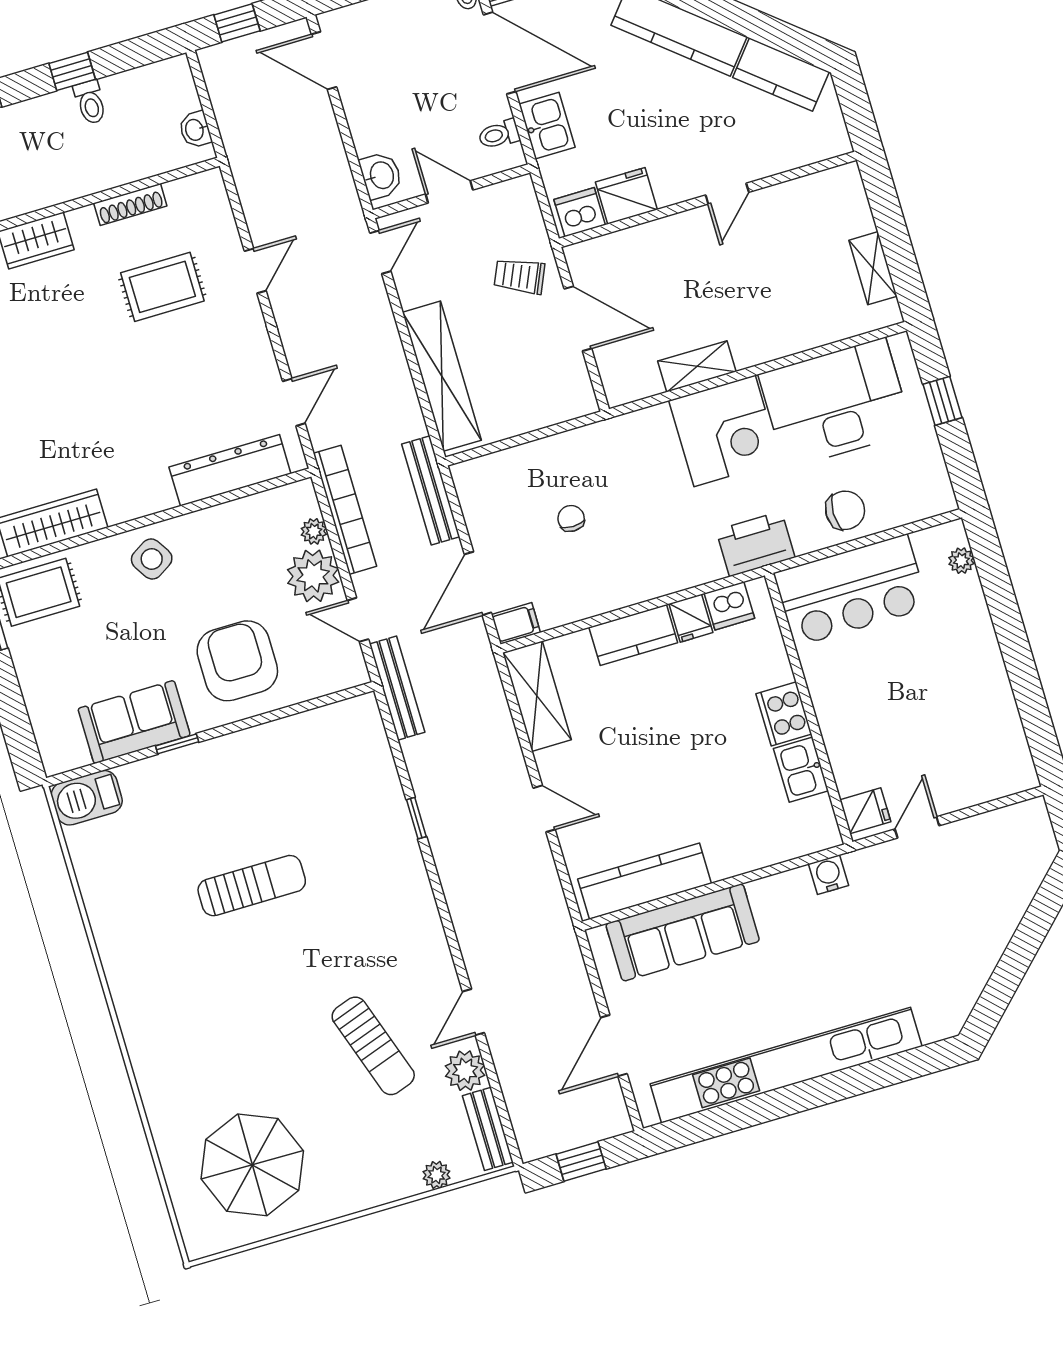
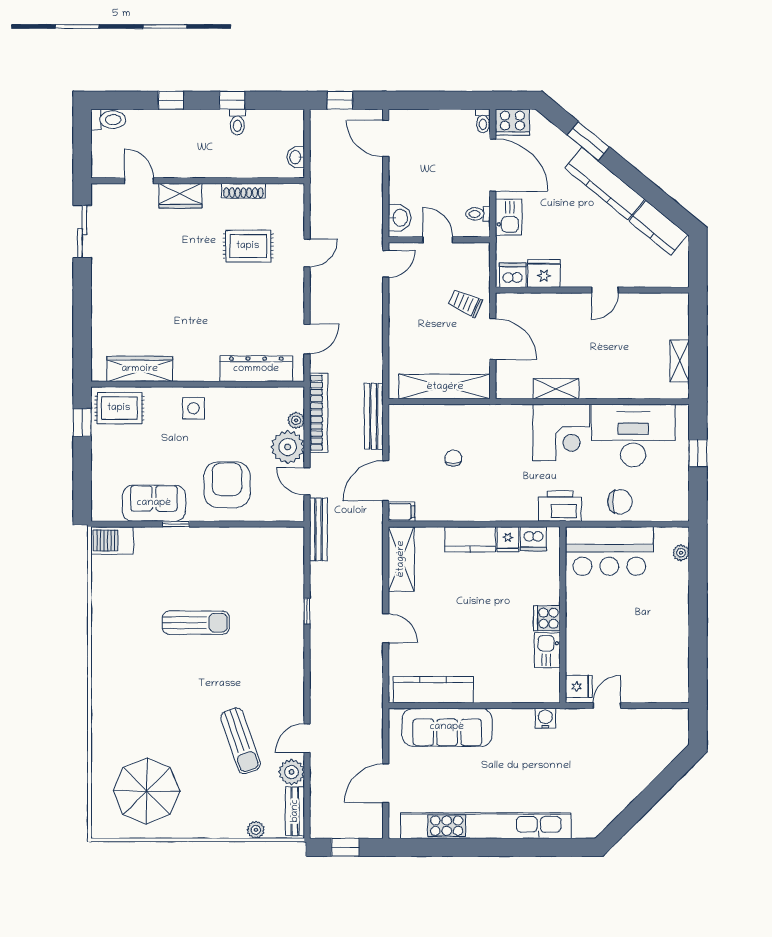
shelving: (442, 376) -> (445, 387), moved, turned 90
side table: (152, 559) -> (193, 408), turned 32
cooker: (784, 714) -> (547, 618), width x0.73

